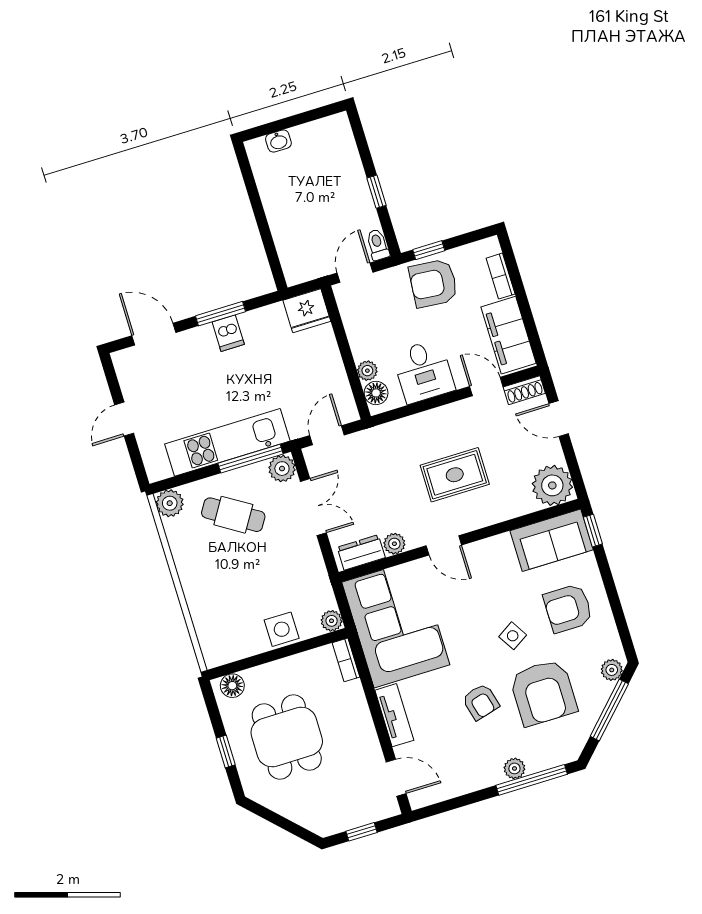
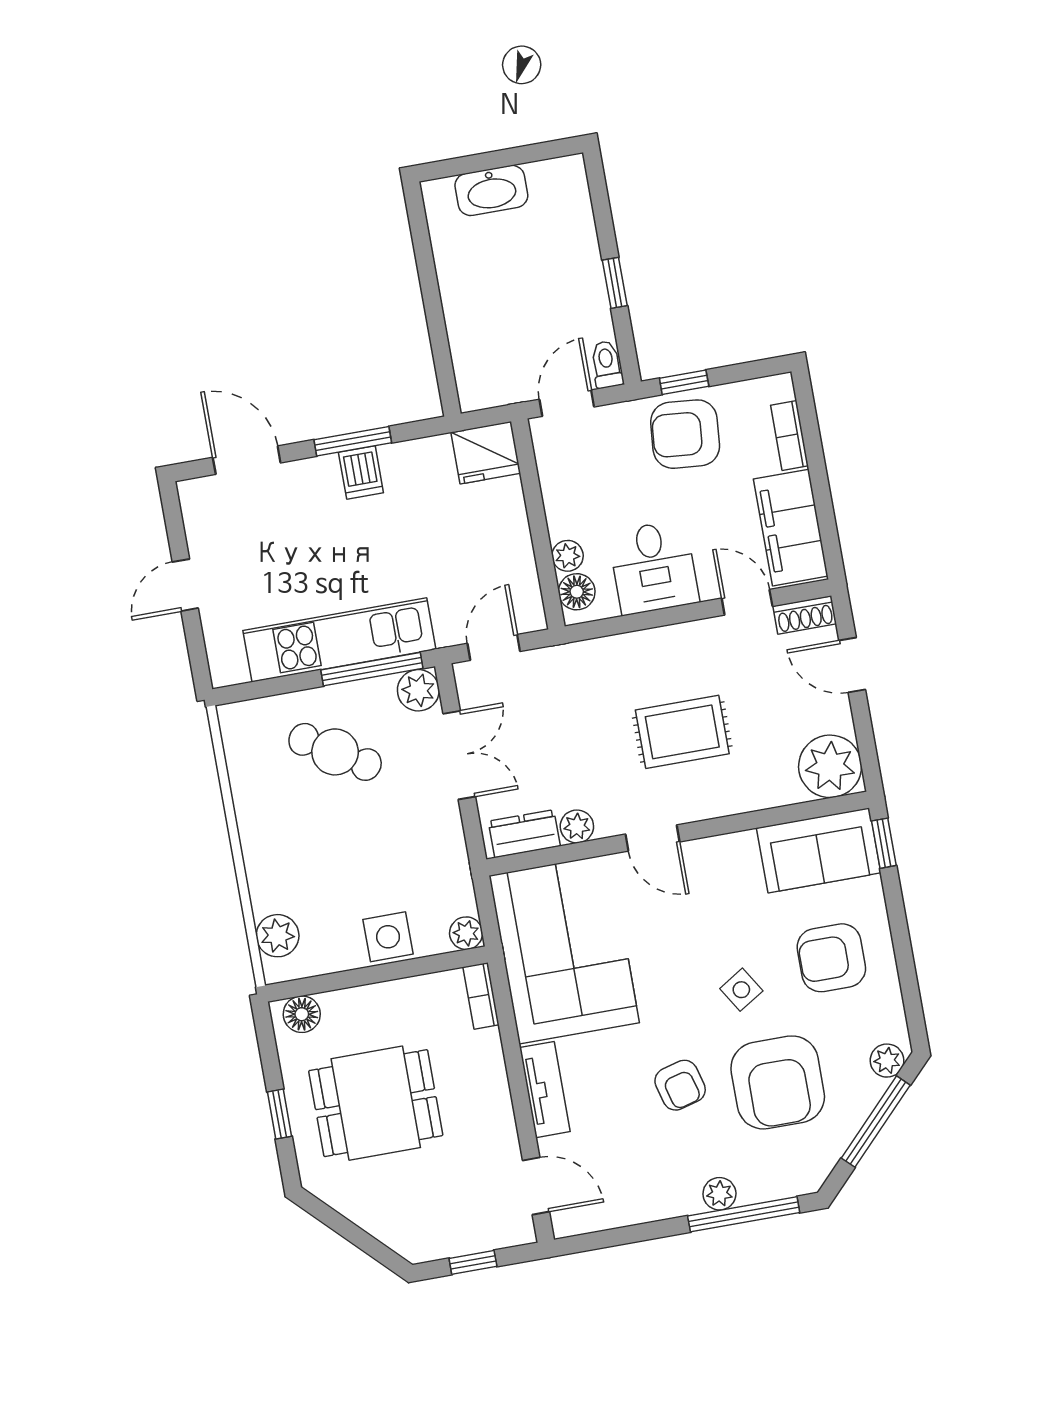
washbasin: (278, 141) -> (491, 190), width x1.91, depth x1.45
plant: (170, 503) -> (278, 936), moved
dining table: (287, 737) -> (376, 1103), turned 90

